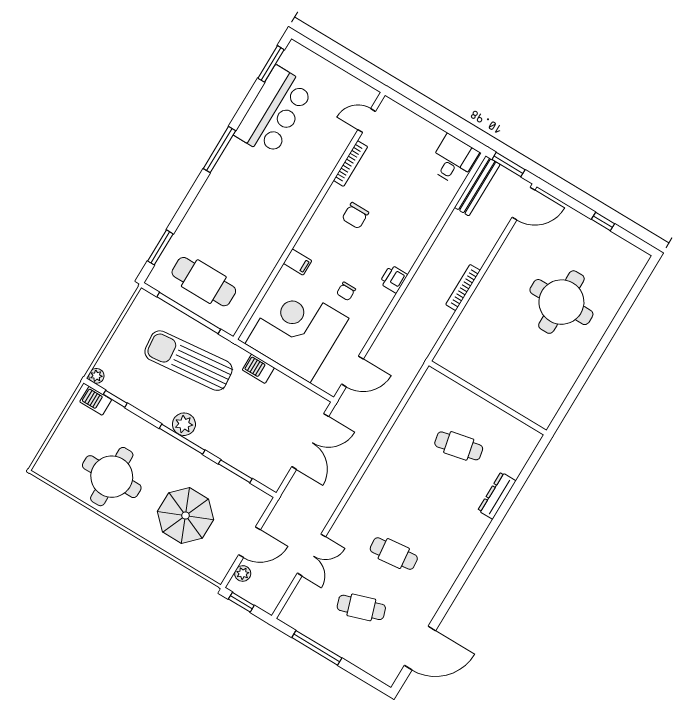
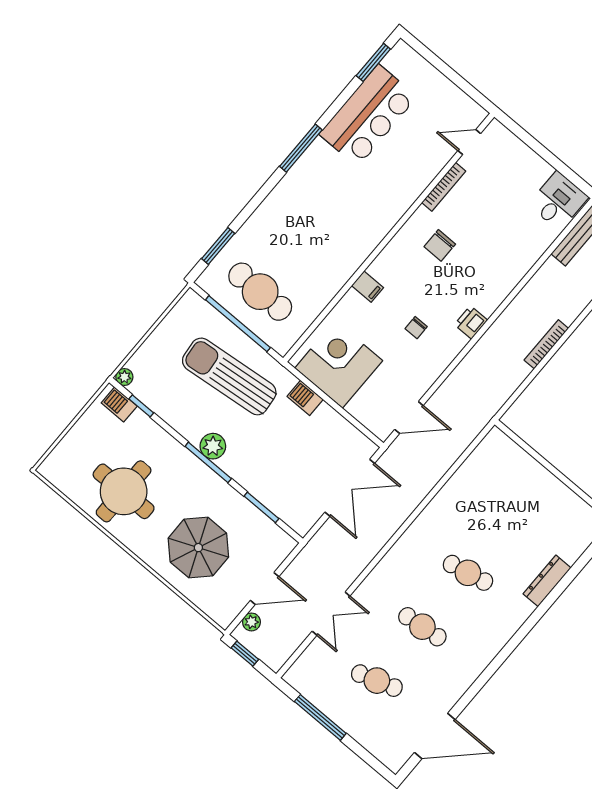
corner desk: (297, 331) -> (339, 364), width x0.74, depth x0.74
cafe table: (459, 446) -> (468, 573), moved

